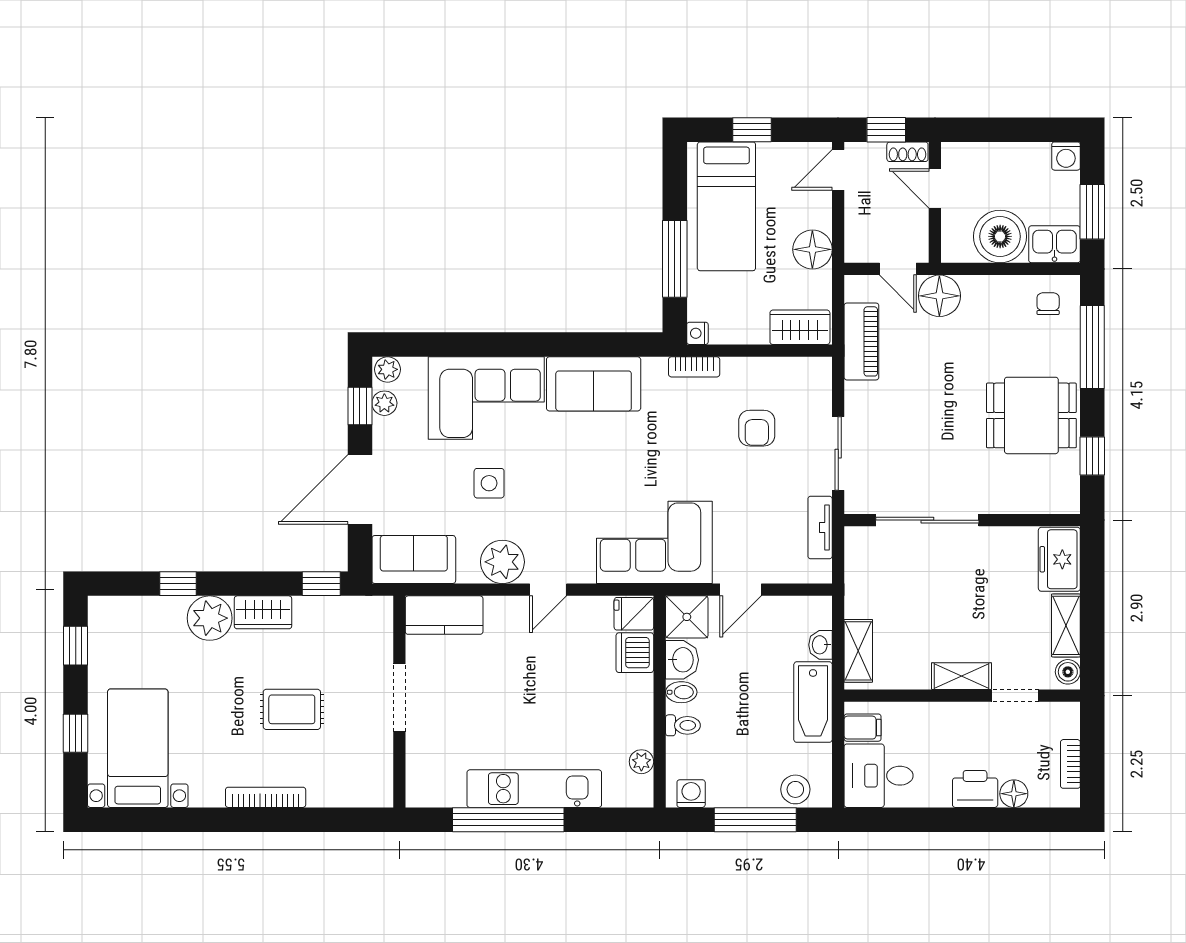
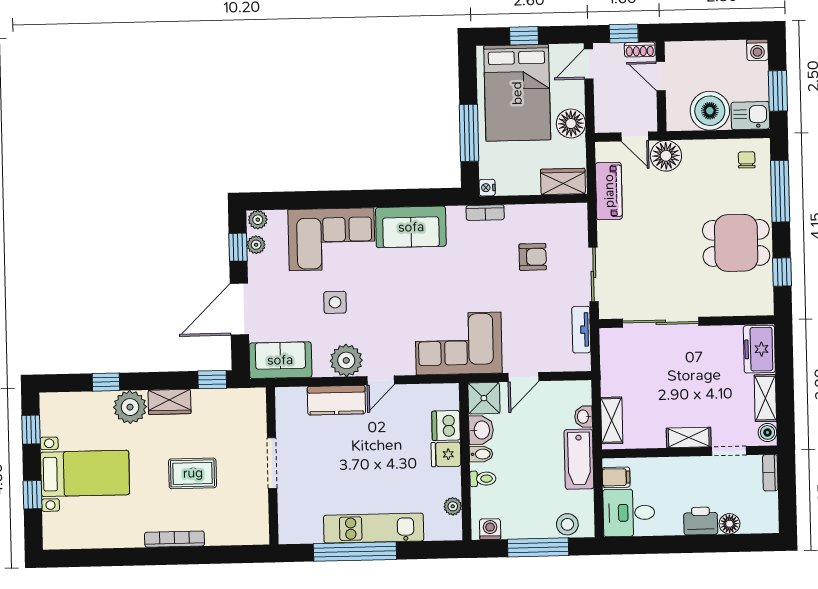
bed: (726, 206) -> (517, 93), width x1.50
armchair: (757, 428) -> (533, 257), turned -90
fridge: (634, 614) -> (446, 454), moved
kitchen counter: (444, 615) -> (336, 400), moved
bed with nightstands: (138, 748) -> (85, 473), moved, turned 90
bookcase: (1070, 764) -> (770, 473), moved

